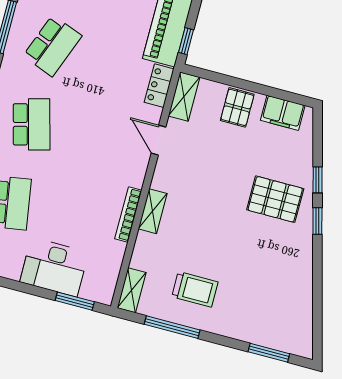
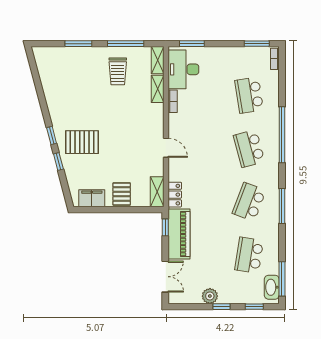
door: (158, 140) -> (166, 148), moved
shelving: (153, 211) -> (158, 89), moved
bookcase: (128, 214) -> (173, 101), width x0.64
desk: (54, 267) -> (183, 69), moved, turned -90
trolley: (195, 289) -> (118, 71), turned -90
window: (269, 353) -> (78, 44), moved

